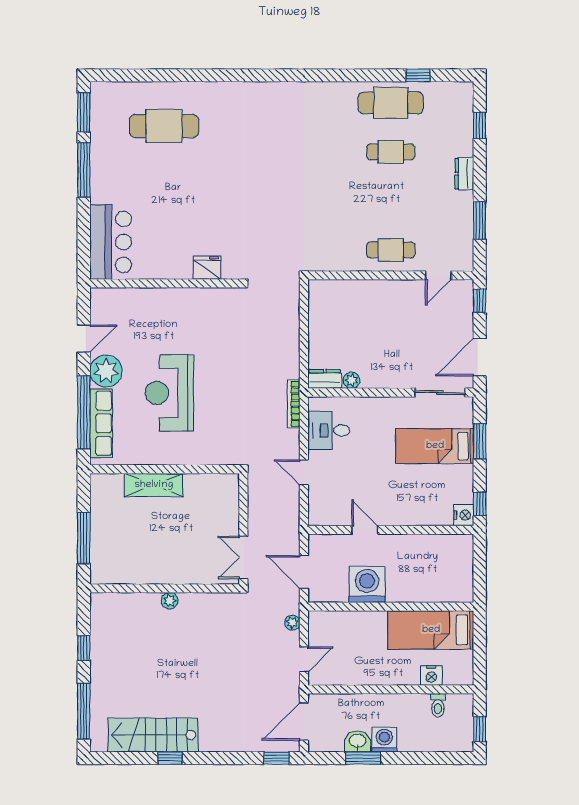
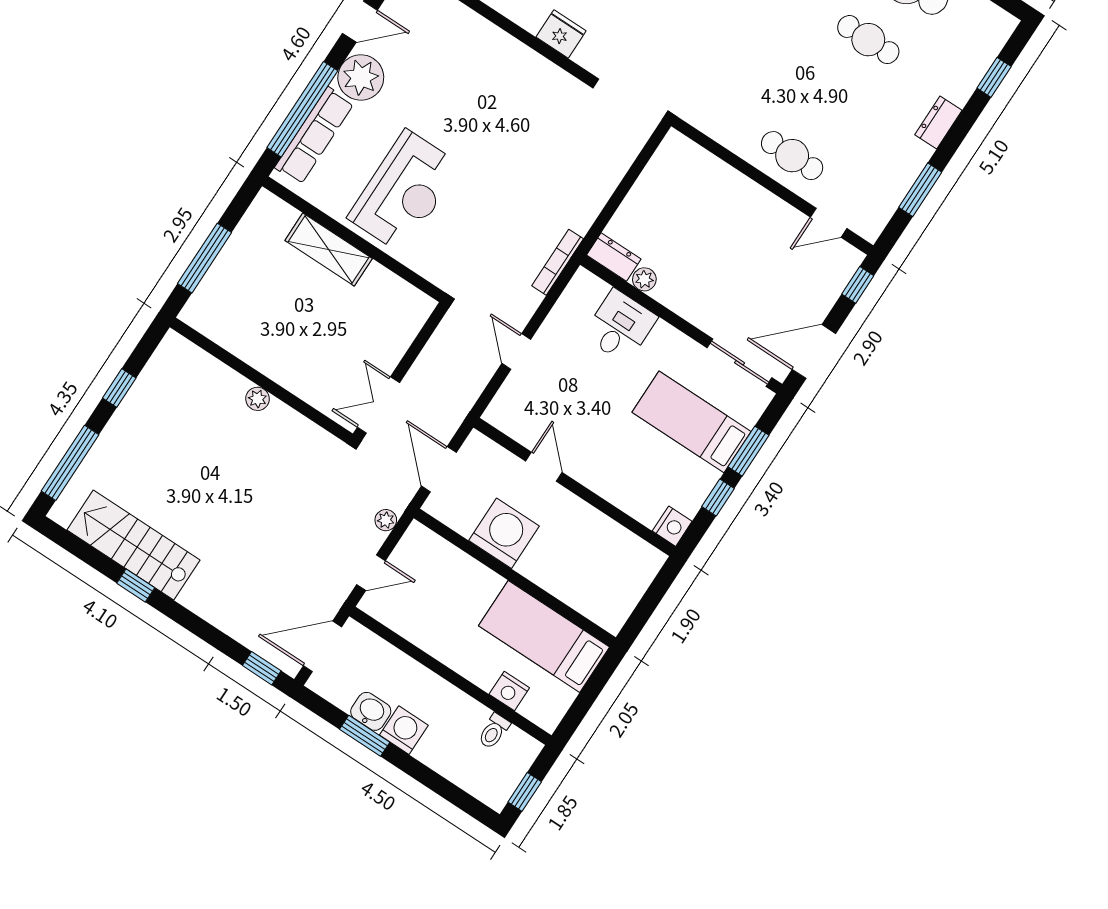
reception desk: (169, 393) -> (404, 191), moved, turned 180
desk: (329, 430) -> (620, 326), moved, turned 90
window: (480, 504) -> (718, 498), moved

